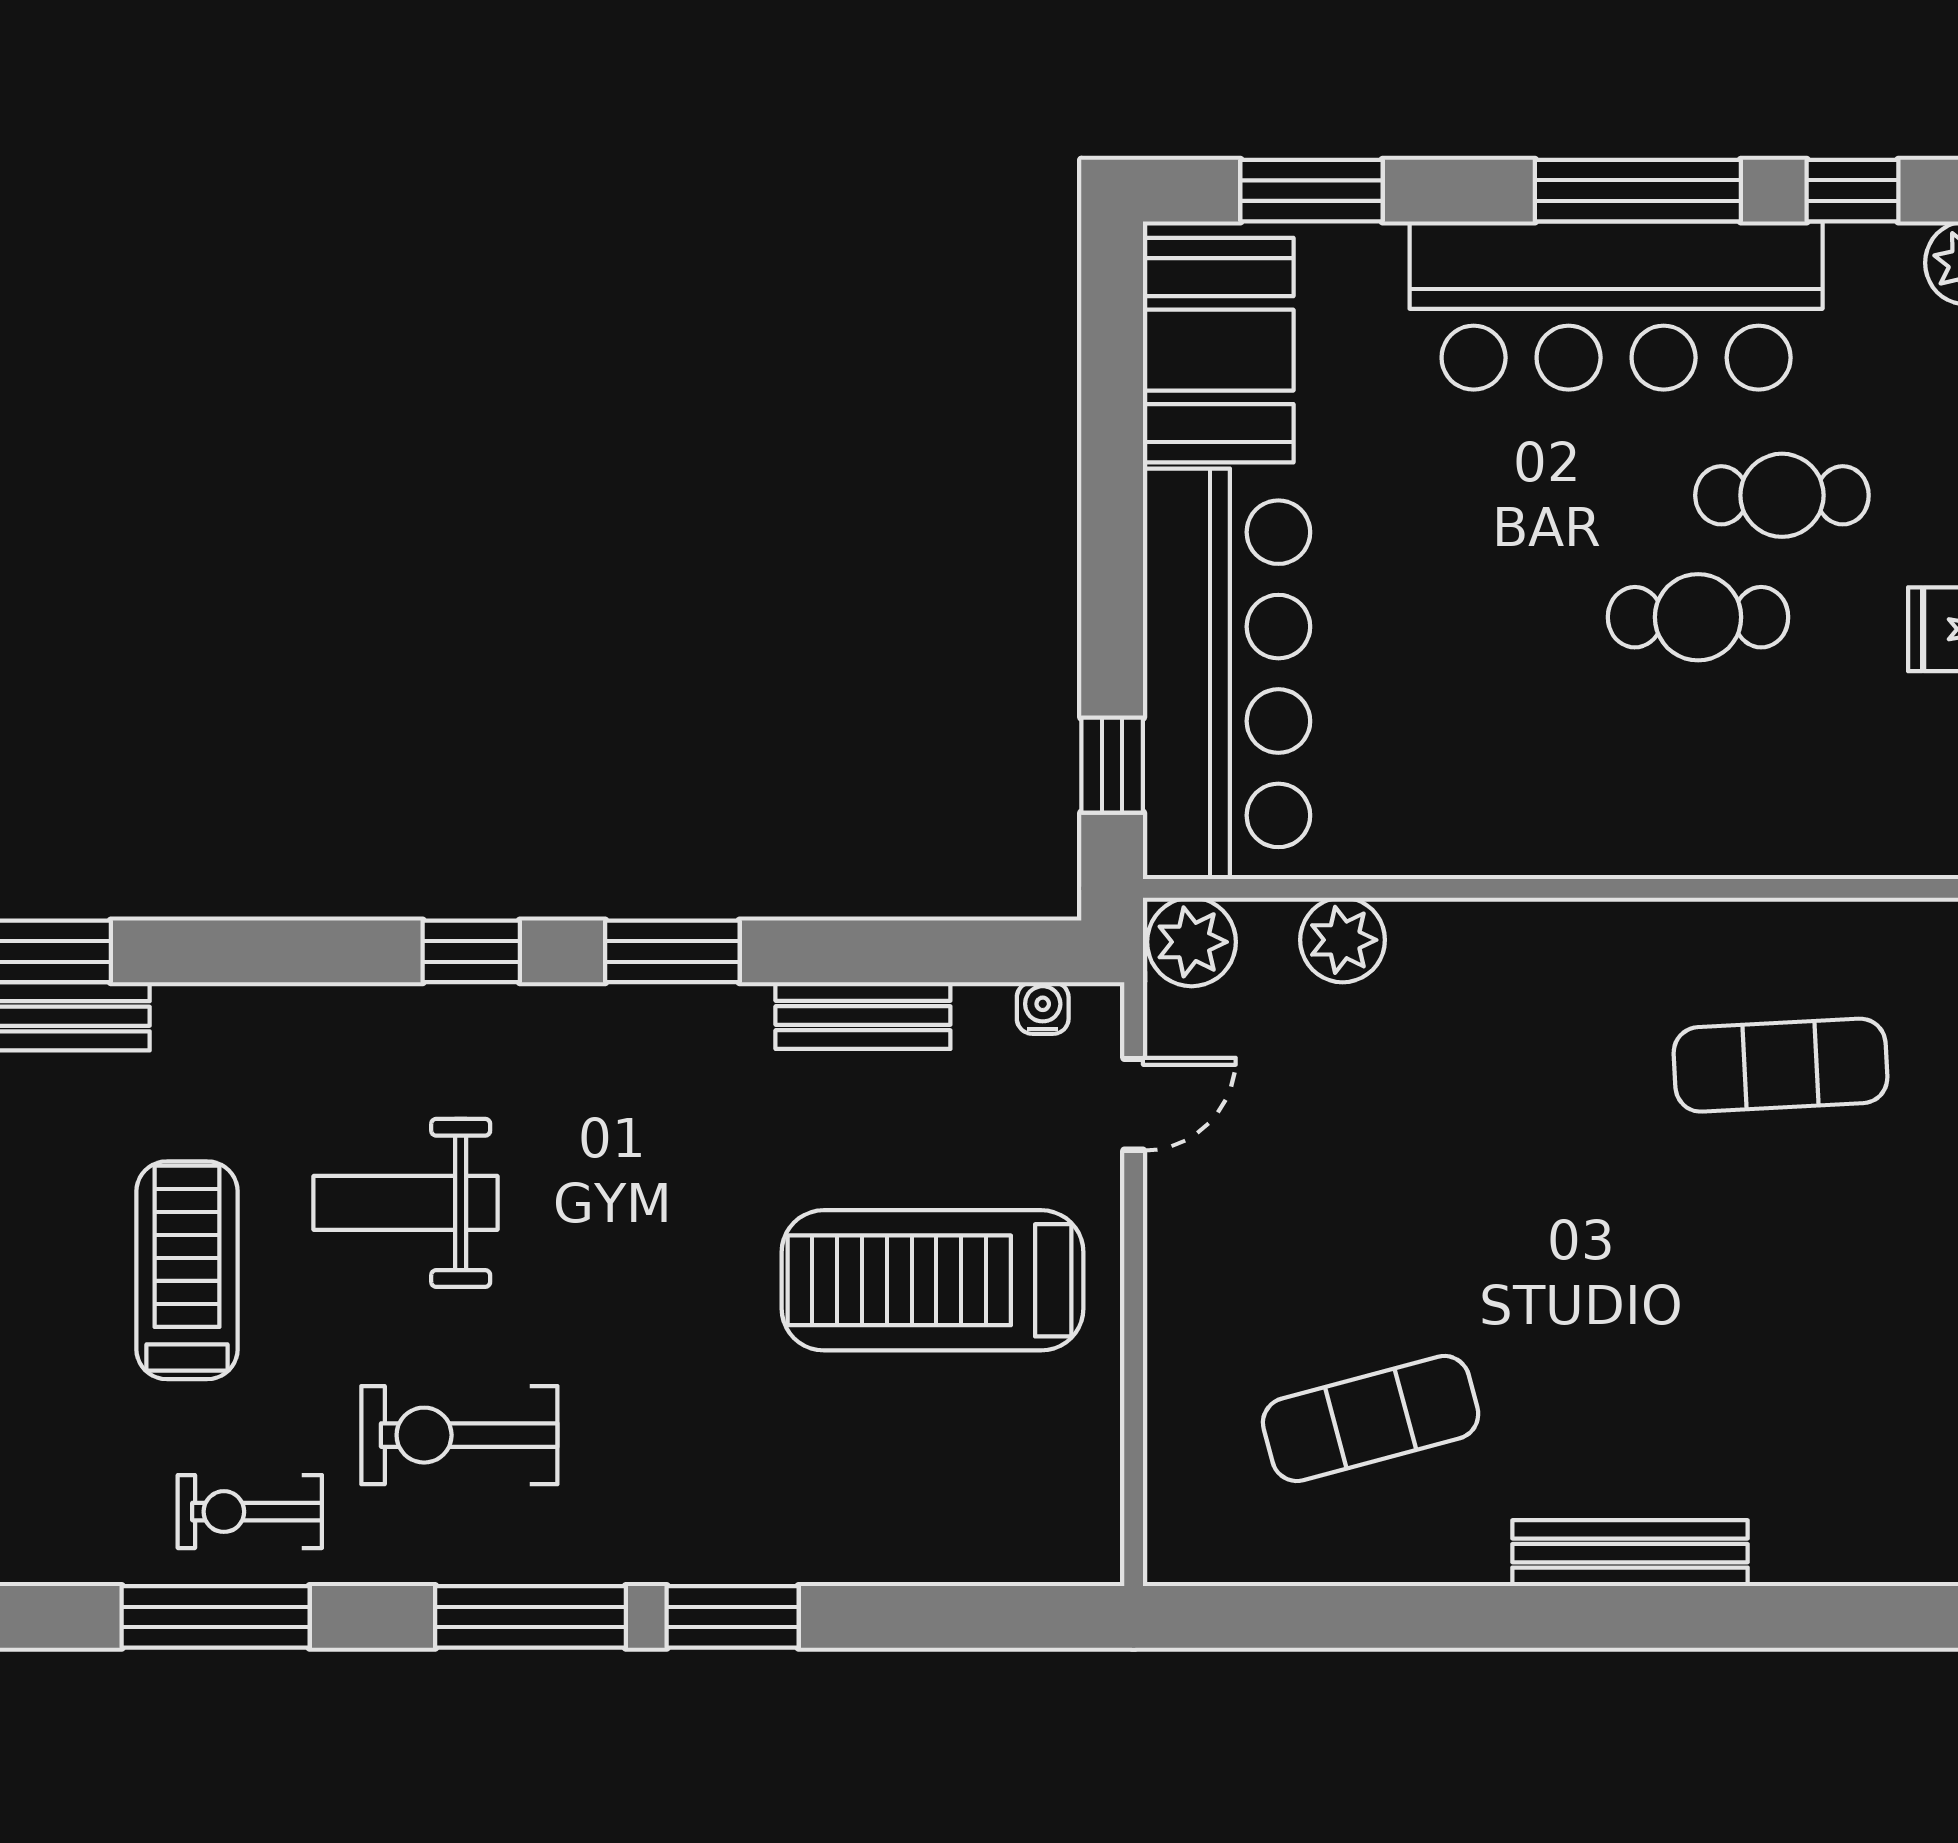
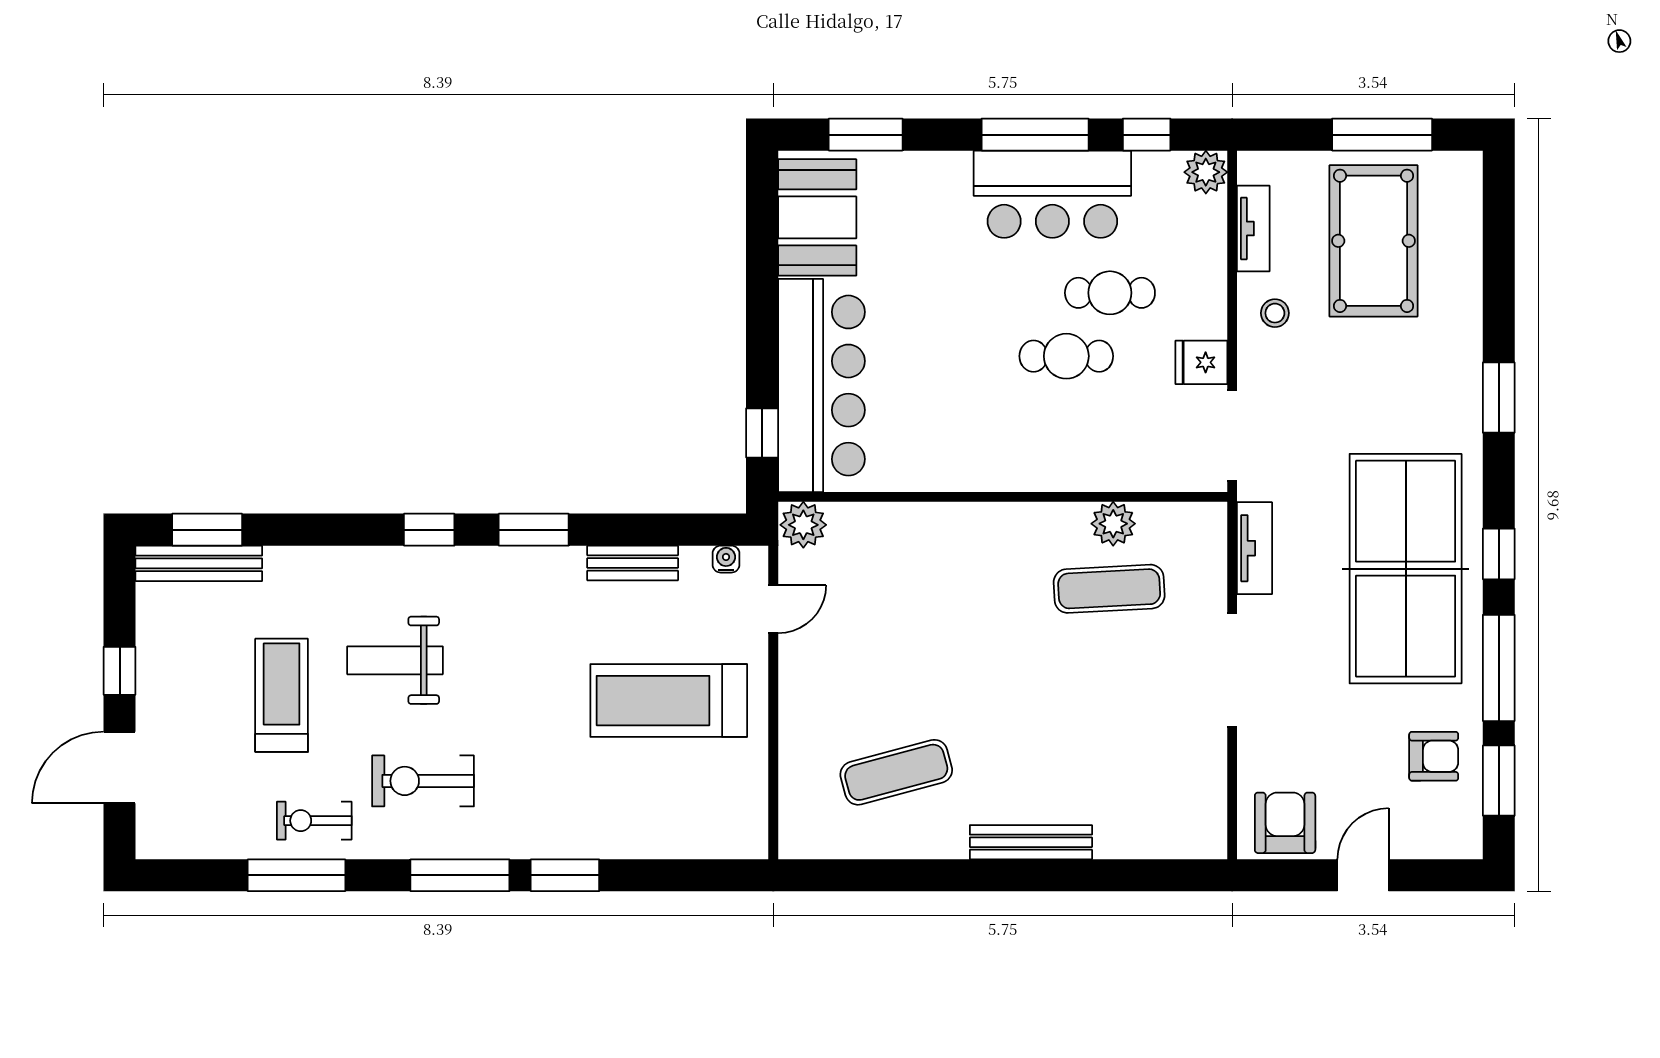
bar counter: (1616, 305) -> (1052, 194), width x0.73
plant: (1343, 940) -> (1113, 524), moved

